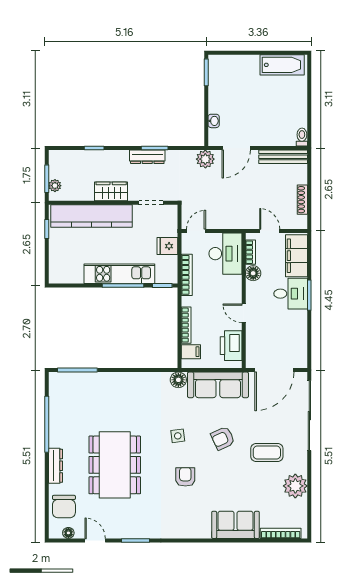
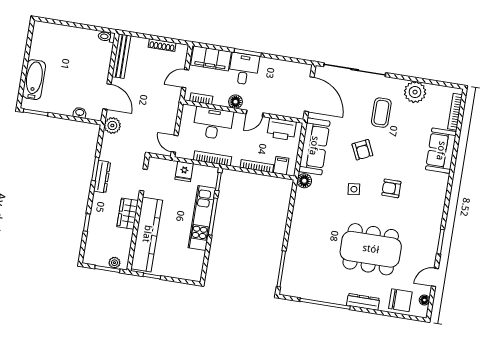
bathtub: (282, 65) -> (34, 80), moved
desk: (225, 254) -> (213, 123), moved
floor lamp: (253, 273) -> (235, 102), moved

